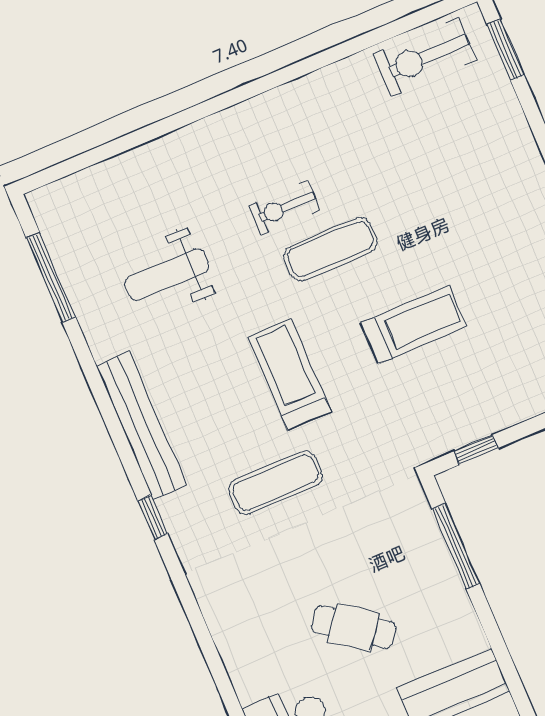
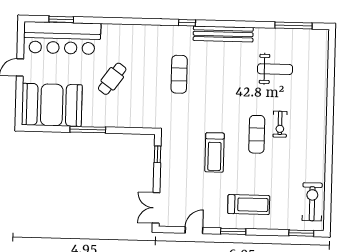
exercise bike: (284, 208) -> (280, 124), turned 180
weight bench: (167, 275) -> (275, 69), turned 90
treadmill: (289, 375) -> (249, 205), moved
window: (456, 546) -> (88, 130), moved

